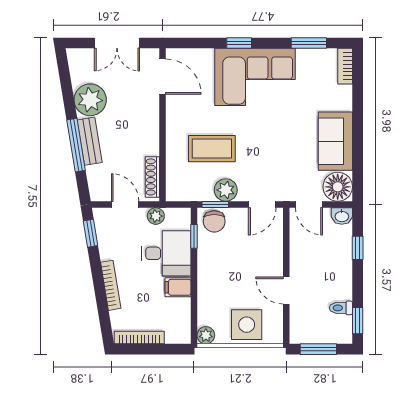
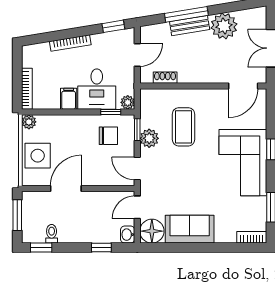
shoe rack: (152, 177) -> (165, 78), width x0.70
plant: (156, 216) -> (128, 102), moved
chair: (214, 221) -> (108, 136), moved, turned 180
door: (286, 290) -> (66, 188), width x1.38
bookcase: (139, 338) -> (27, 89), moved

